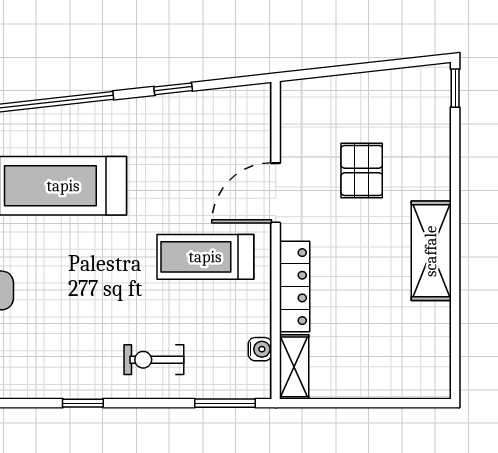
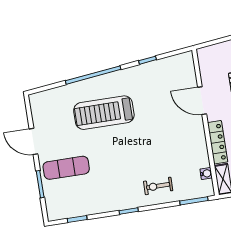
door: (276, 193) -> (202, 101), hinge flipped
treadmill: (205, 257) -> (174, 135), removed

